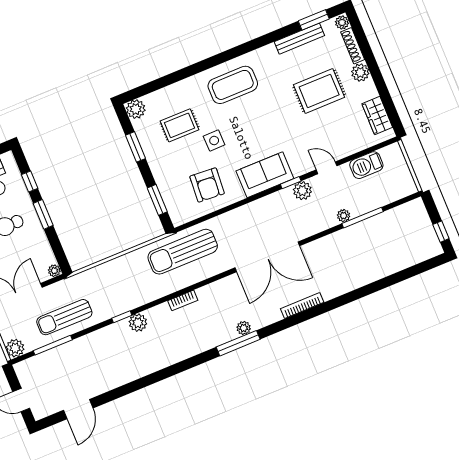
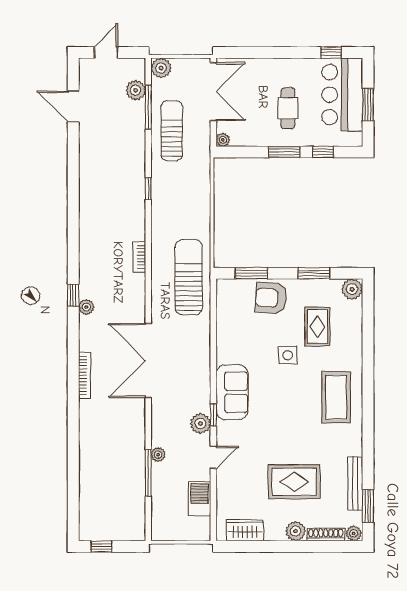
rug: (319, 91) -> (294, 482), turned 90
armchair: (207, 185) -> (271, 298), moved
plant: (138, 323) -> (136, 90), moved
window: (238, 343) -> (73, 295), width x0.46

